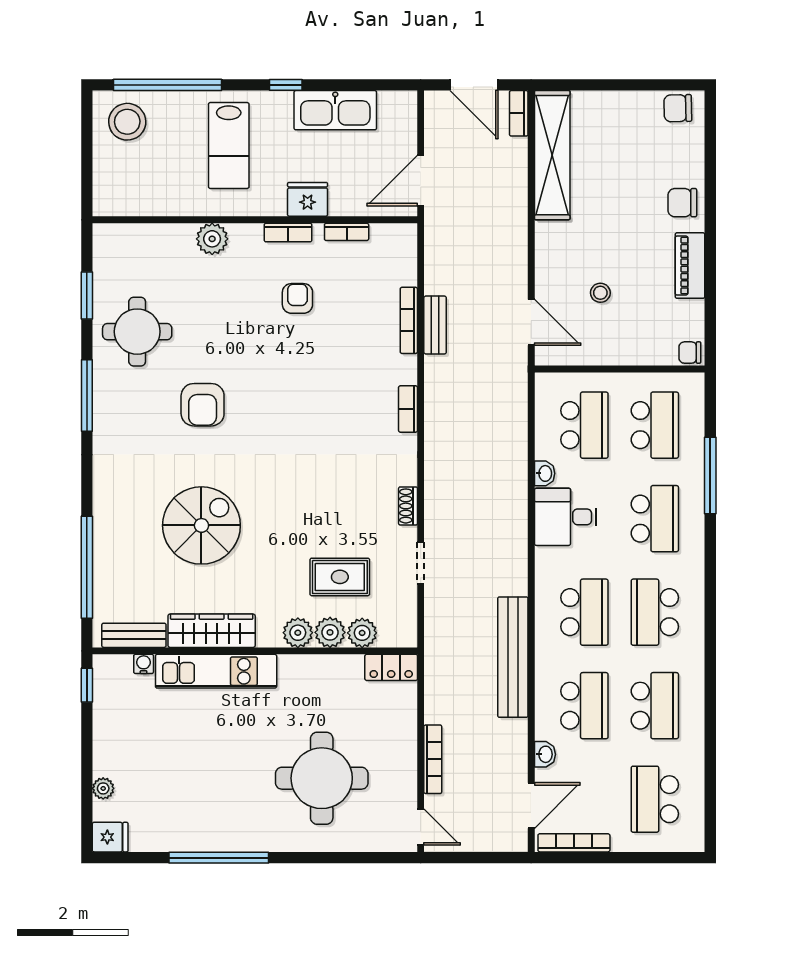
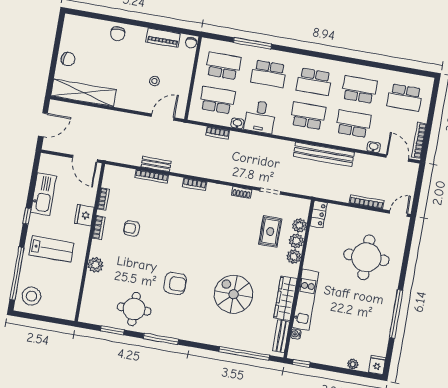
chair: (678, 108) -> (68, 59), moved, turned -77
bookcase: (519, 113) -> (217, 133), moved
piano: (690, 266) -> (163, 38), moved
school desk: (655, 519) -> (269, 74), turned 180

